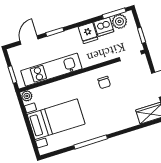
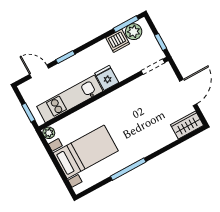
fridge: (88, 33) -> (107, 78), moved, turned 180
door: (29, 40) -> (39, 71), hinge flipped
chair: (104, 82) -> (130, 101), removed

